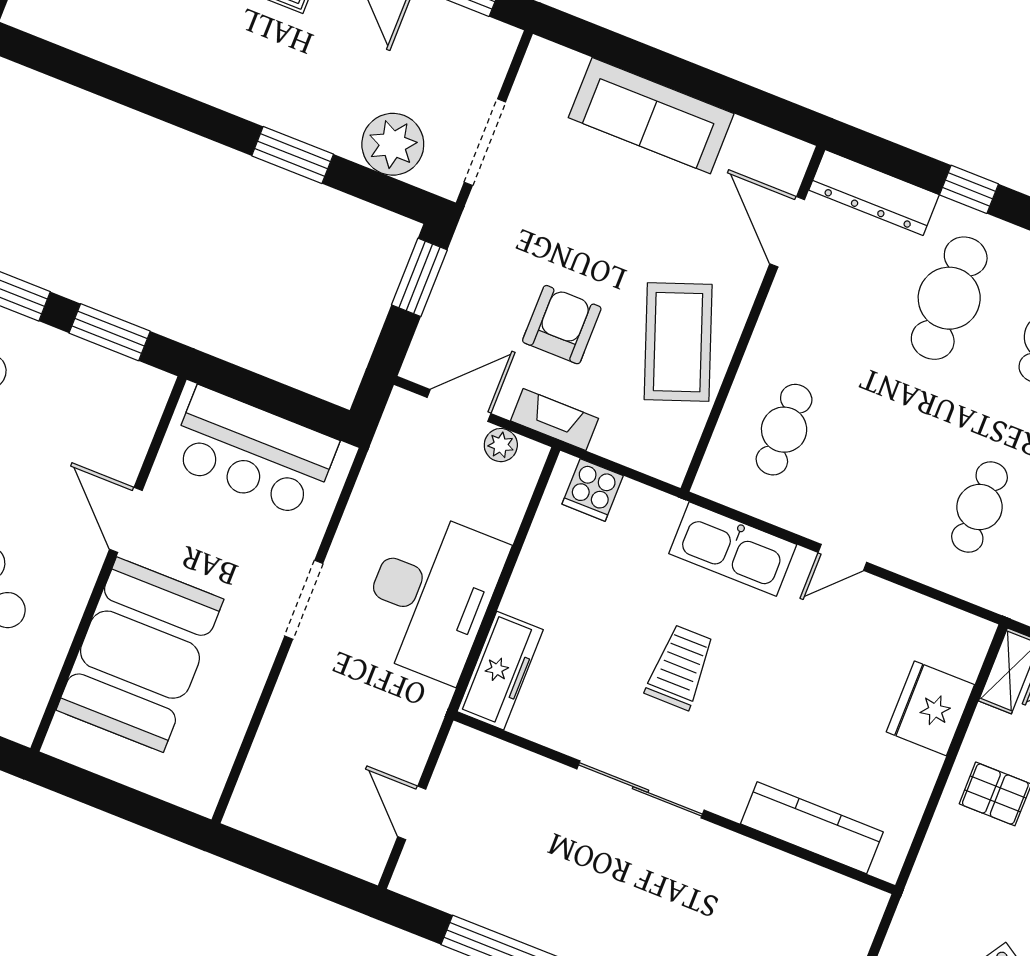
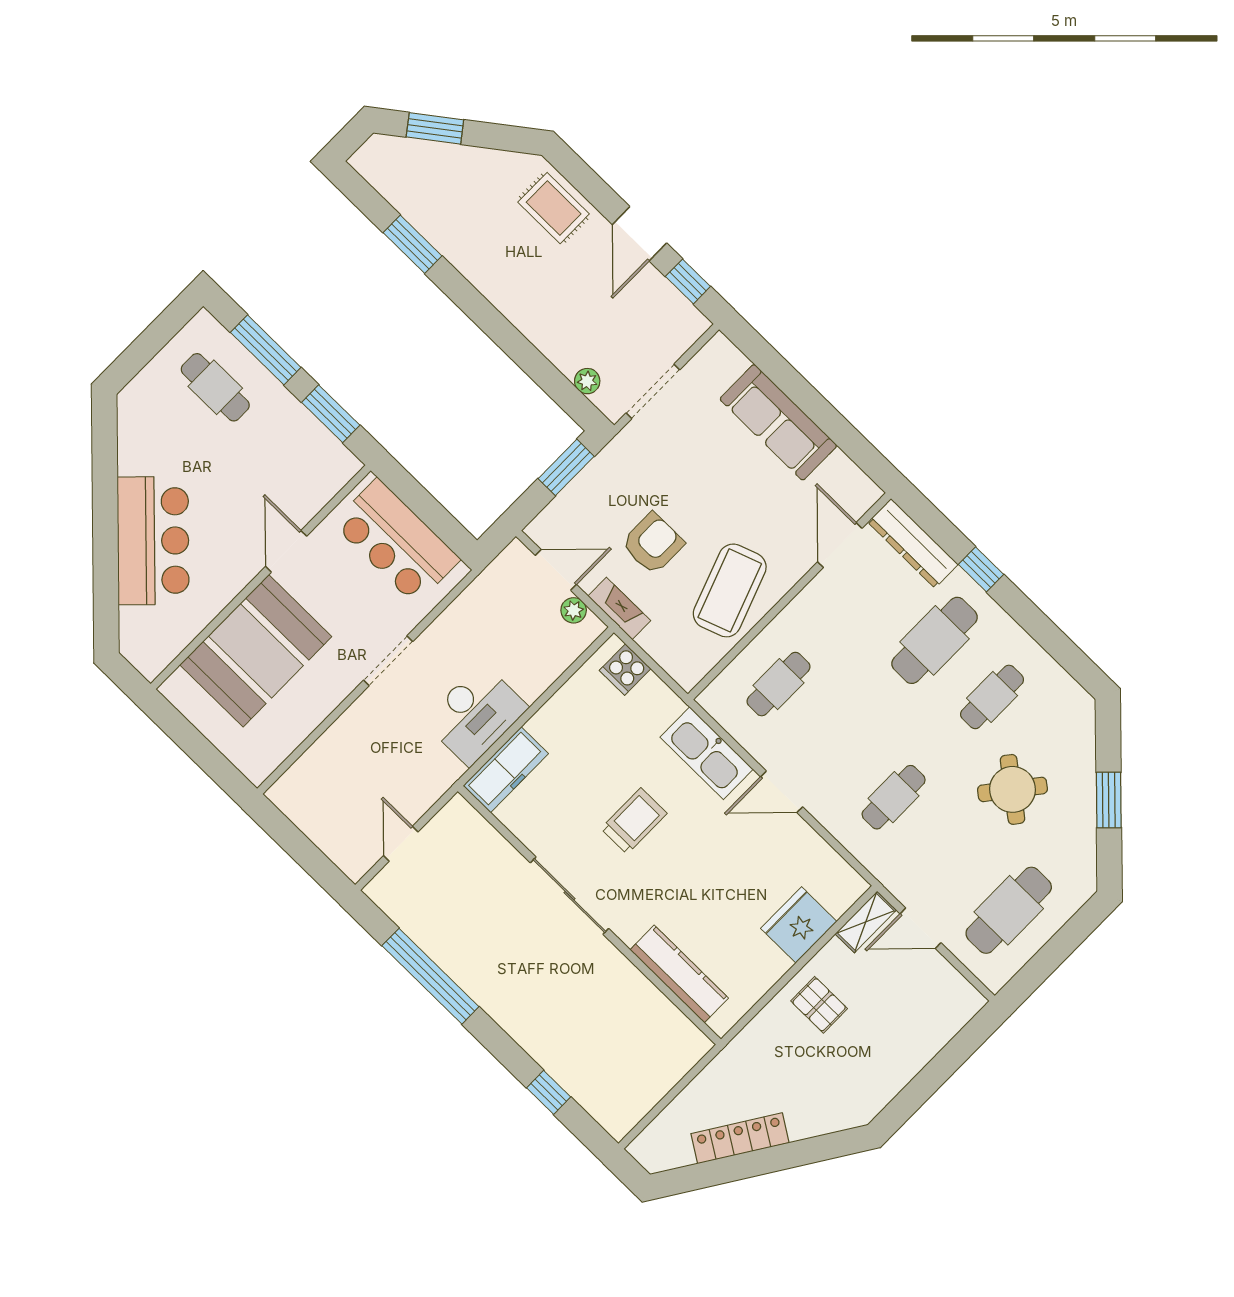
plant: (393, 144) -> (587, 381), width x0.53, depth x0.53
window: (293, 155) -> (412, 244), moved
door: (842, 557) -> (782, 792), width x1.38
desk: (431, 595) -> (476, 714), width x0.73, depth x0.77

